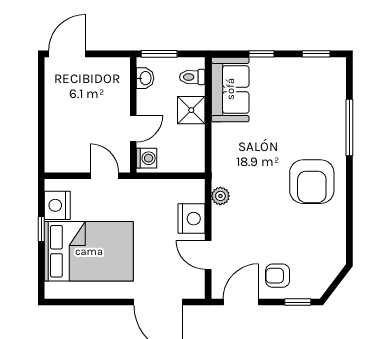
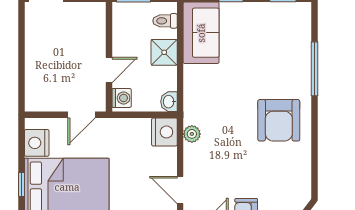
washbasin: (145, 78) -> (169, 102), moved, turned 180
door: (104, 176) -> (82, 115), swing flipped
nightstand: (192, 219) -> (164, 132), moved
window: (41, 229) -> (21, 184), moved

